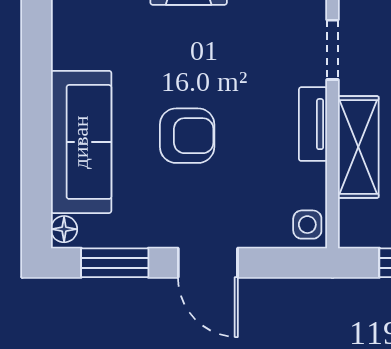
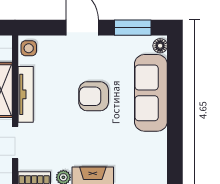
tv unit: (313, 124) -> (26, 94), width x1.41

